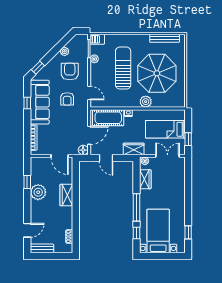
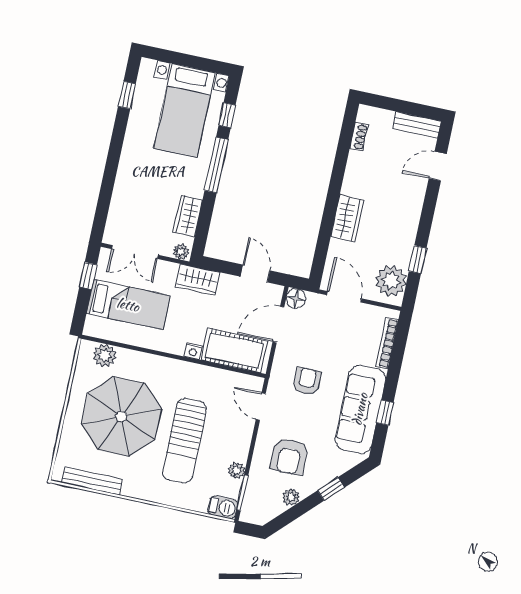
window: (38, 68) -> (331, 489), moved
armchair: (67, 99) -> (307, 381), moved
plant: (146, 102) -> (105, 356), moved
plant: (38, 192) -> (391, 281), moved

